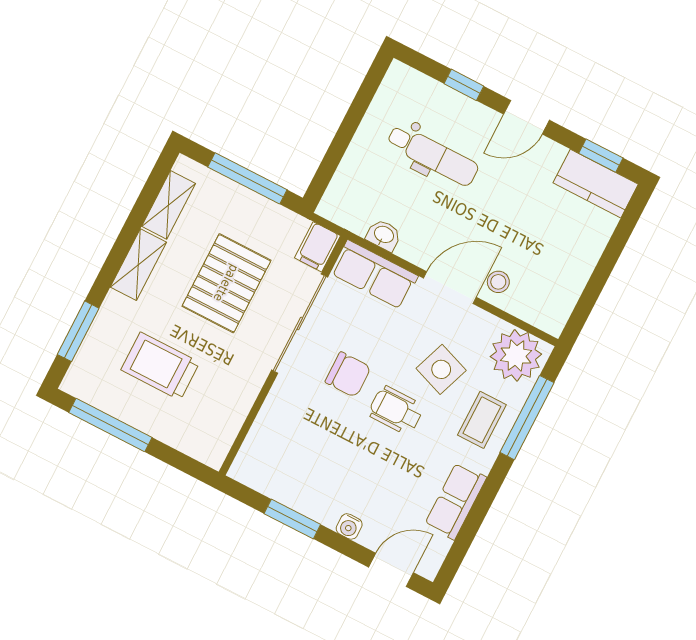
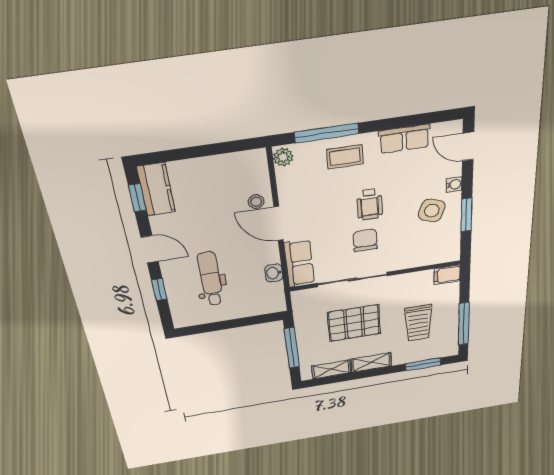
filing cabinet: (317, 247) -> (447, 275), moved, turned 180
plant: (516, 355) -> (283, 157), width x0.53, depth x0.53
side table: (441, 369) -> (432, 211), moved

